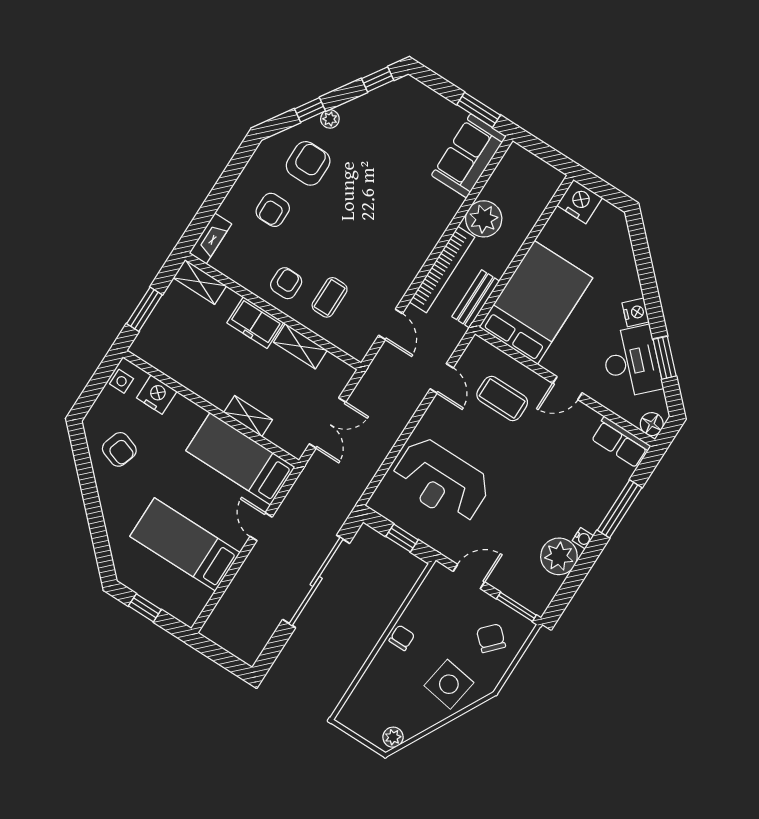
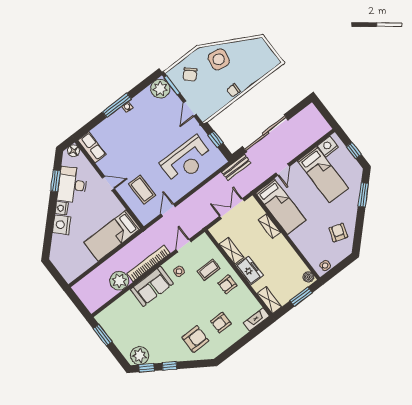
window: (310, 110) -> (170, 366), moved
plant: (330, 119) -> (140, 356), moved, width x1.88, depth x1.88
sofa: (469, 156) -> (152, 286), moved
armchair: (308, 163) -> (195, 339), turned 180
nightstand: (580, 202) -> (62, 225), moved, turned 45
armchair: (273, 210) -> (221, 323), turned 180
side table: (382, 275) -> (179, 271), added
bench: (476, 299) -> (236, 167), moved
bed: (536, 302) -> (112, 235), width x0.67
boiler: (144, 350) -> (308, 277), added
nightstand: (157, 395) -> (328, 146), moved, turned 90
reception desk: (441, 481) -> (186, 160), turned 90
window: (620, 509) -> (117, 105), moved
window: (99, 534) -> (363, 195), added
plant: (559, 556) -> (160, 89), moved
door: (469, 577) -> (190, 108), hinge flipped
plant: (393, 737) -> (255, 43), removed

